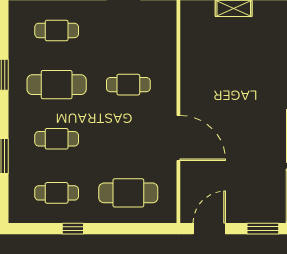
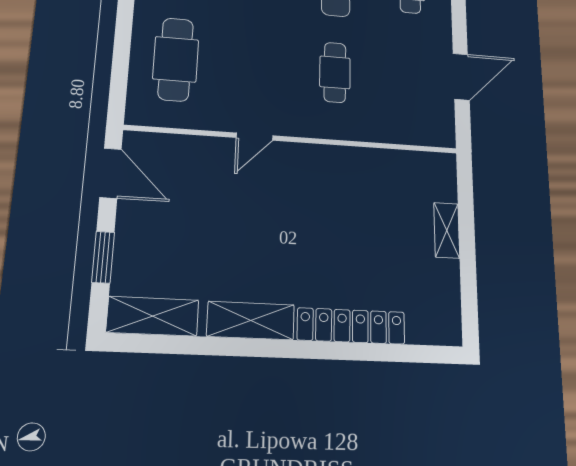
door: (178, 138) -> (255, 137), width x0.53

